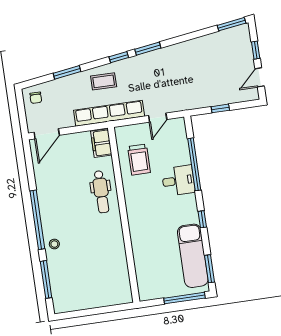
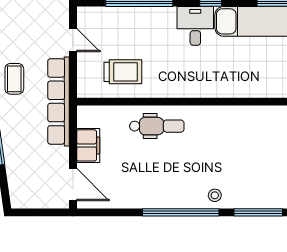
coffee table: (104, 81) -> (14, 79), moved
chair: (36, 98) -> (25, 192), removed
filing cabinet: (101, 143) -> (88, 145), moved, turned -90
desk: (178, 181) -> (195, 26), moved

